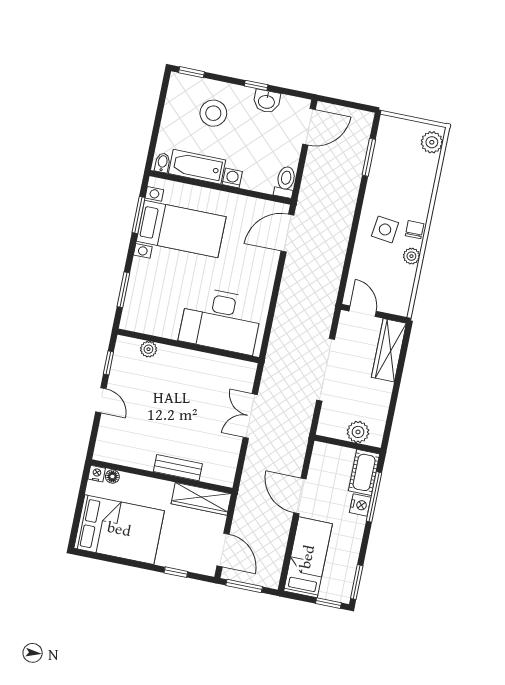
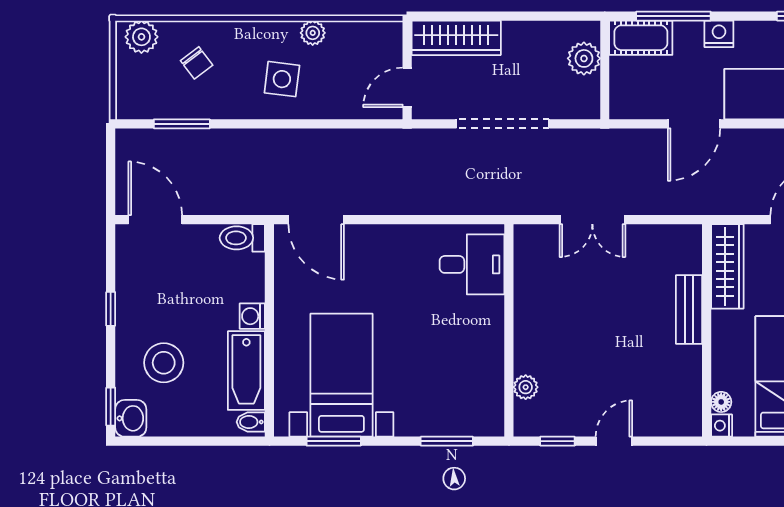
washbasin: (267, 101) -> (131, 418), moved
chair: (415, 230) -> (197, 63), moved, turned -127
desk: (221, 320) -> (472, 264), width x0.53, depth x0.77
nightstand: (360, 505) -> (719, 34), moved

